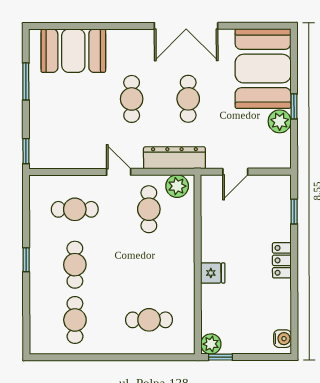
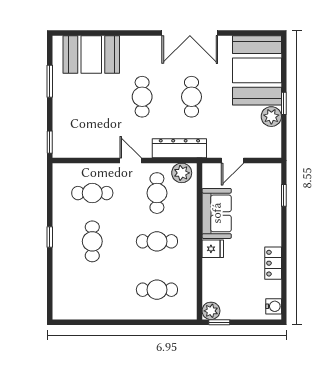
sofa: (217, 232) -> (217, 213), added
locker: (282, 260) -> (273, 263), moved
cafe table: (75, 320) -> (157, 241), moved, turned 90

